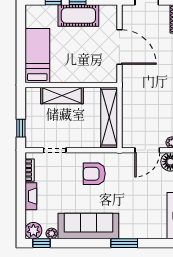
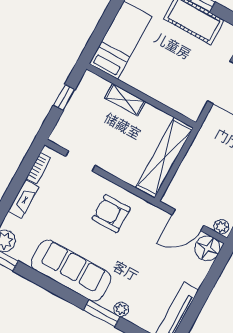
shelving: (62, 96) -> (125, 100), width x0.67, depth x0.75
window: (21, 128) -> (64, 97), moved
plant: (52, 233) -> (121, 309), moved

